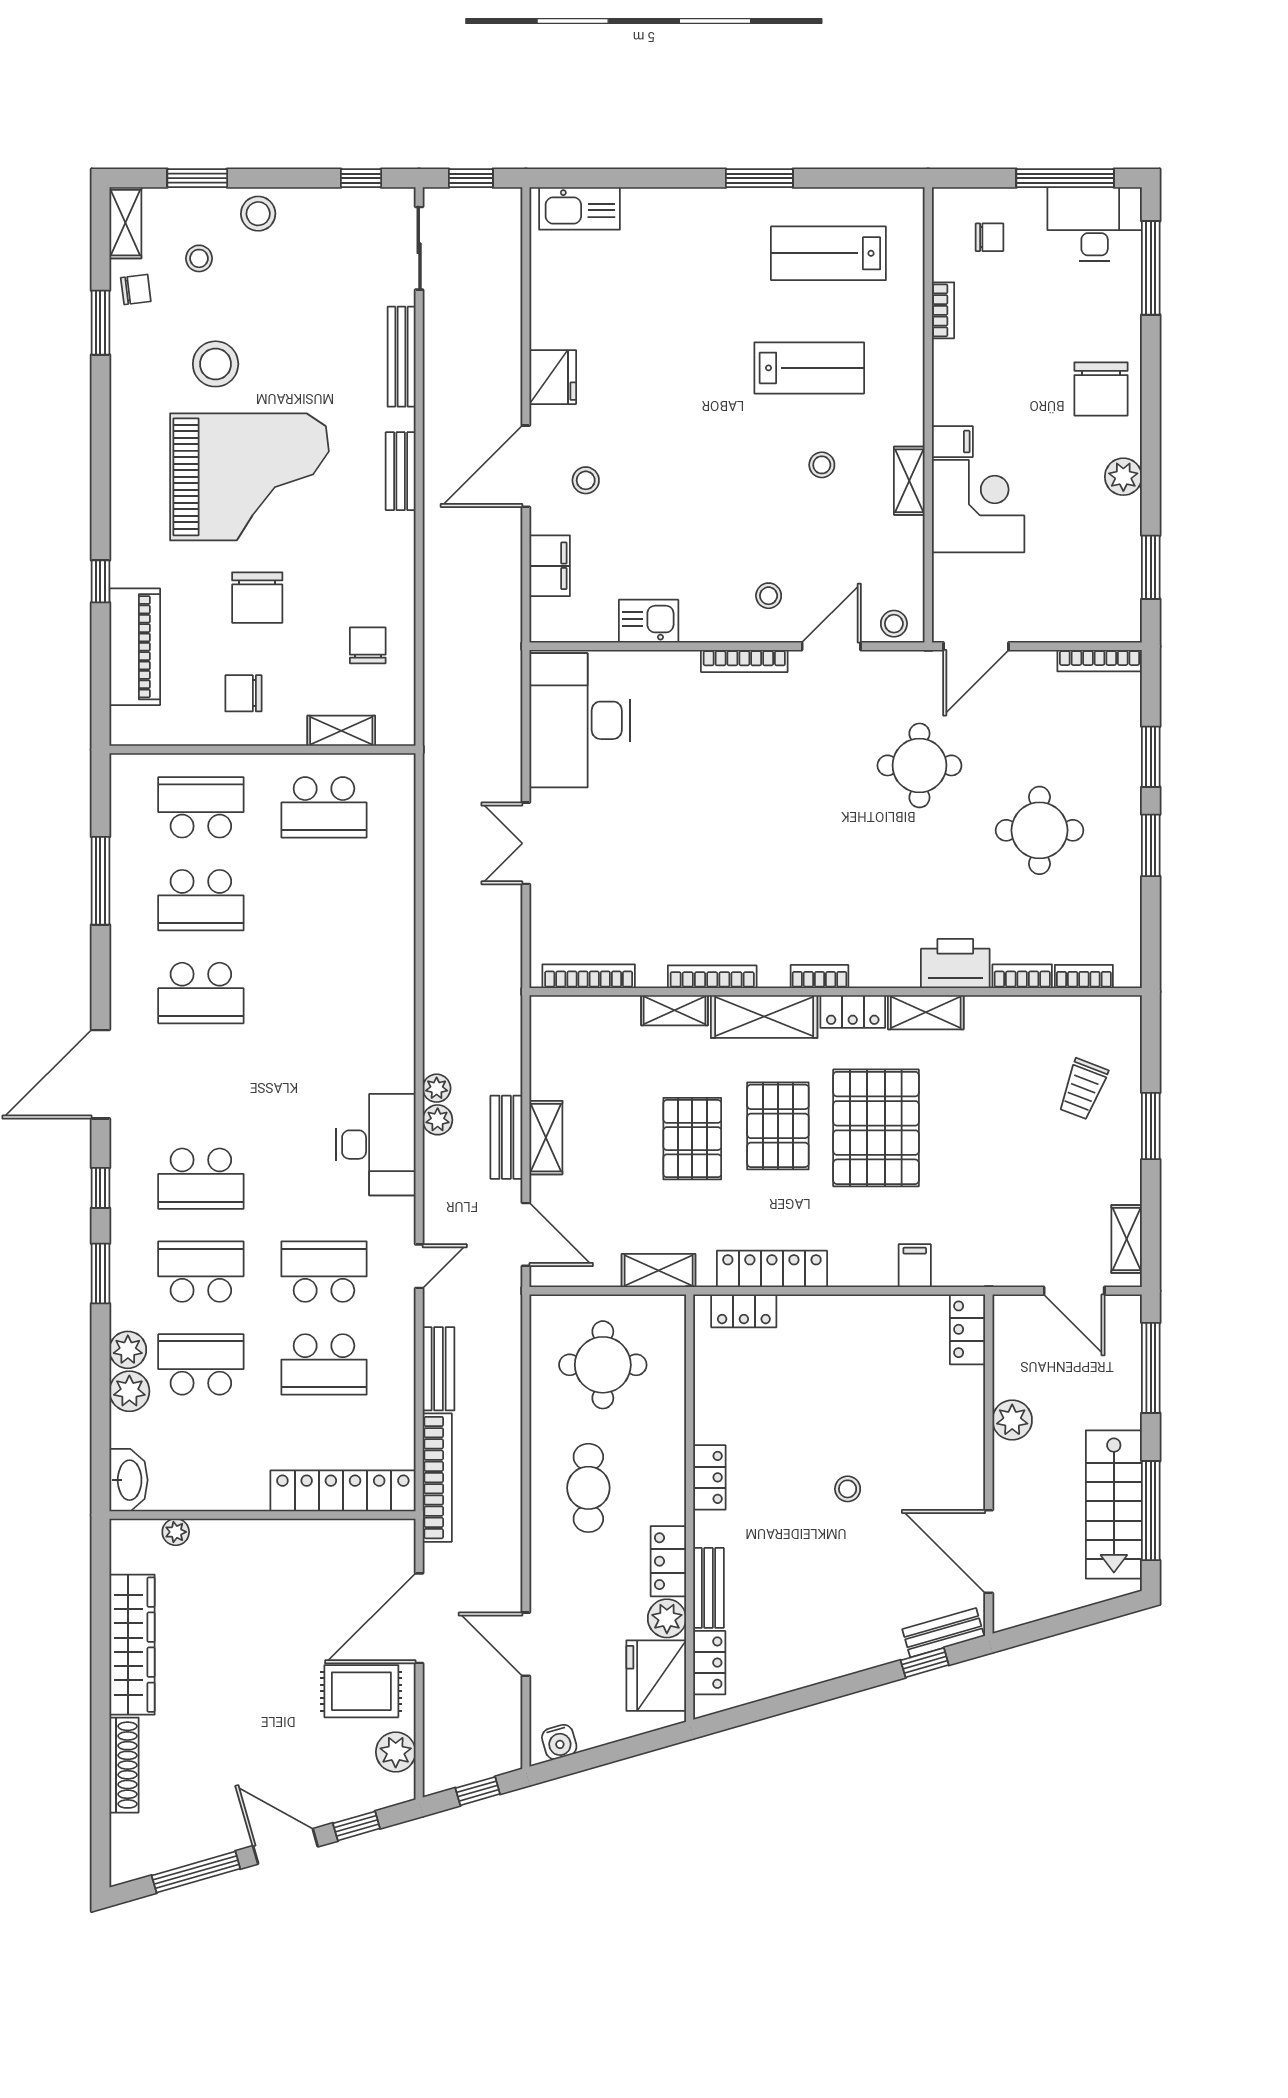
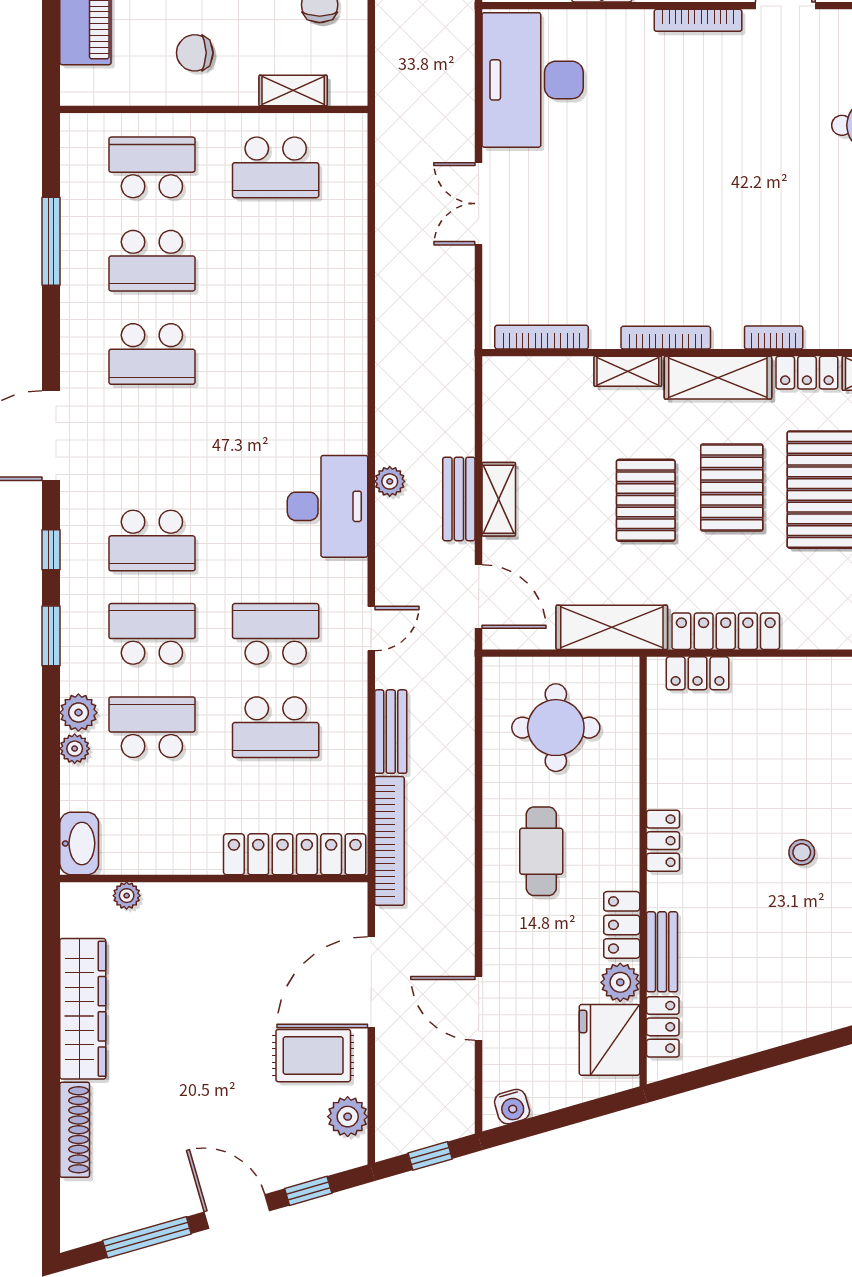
plant: (437, 1088) -> (389, 450), removed
shelving: (659, 1271) -> (612, 627), width x1.50, depth x1.33
plant: (129, 1391) -> (75, 749), width x0.73, depth x0.73

